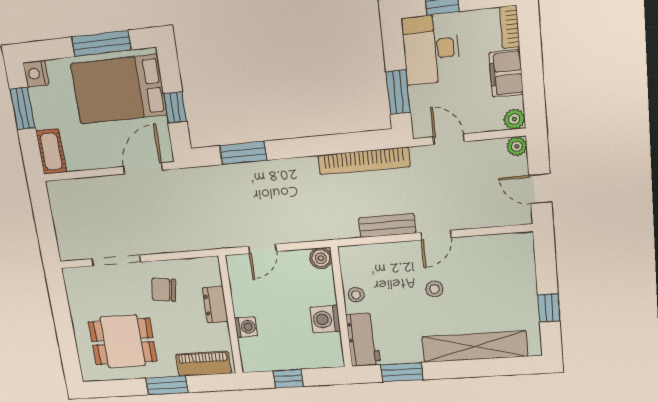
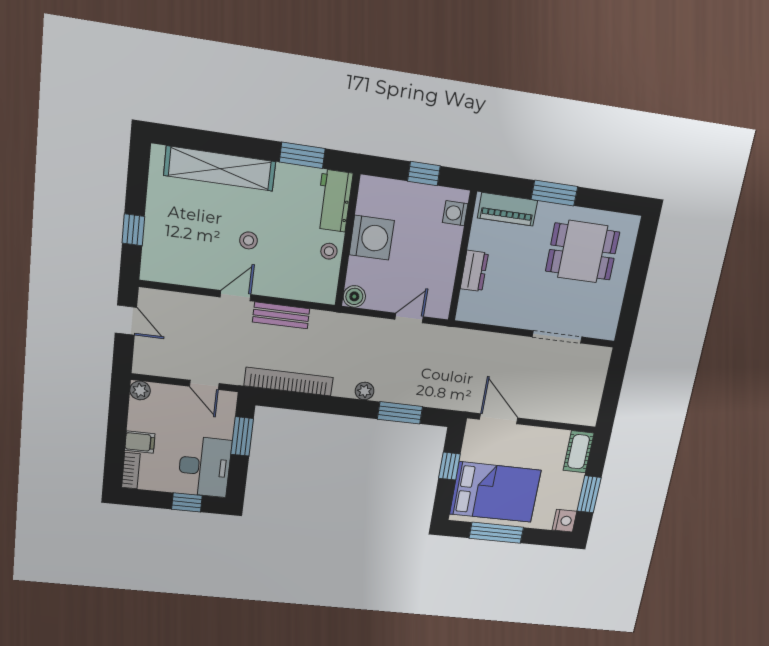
filing cabinet: (506, 73) -> (140, 442), width x0.50
plant: (517, 146) -> (365, 391), moved
door: (143, 168) -> (499, 419), swing flipped
chair: (164, 290) -> (521, 297), removed
window: (549, 308) -> (133, 230), moved
washing machine: (325, 319) -> (372, 238), width x1.37, depth x1.37
washing machine: (246, 327) -> (455, 213), moved

